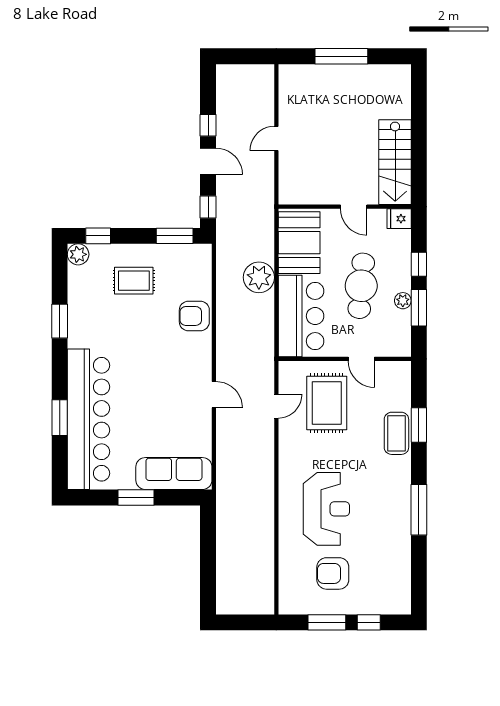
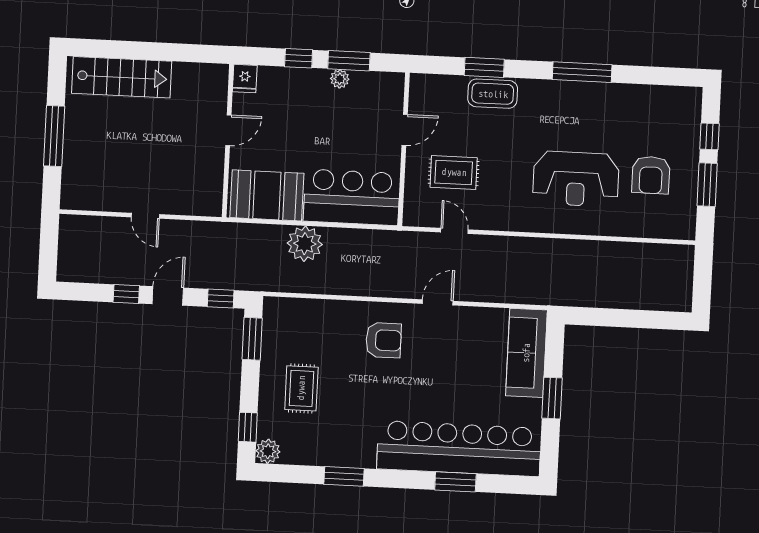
stairs: (395, 162) -> (122, 77), moved
cafe table: (361, 286) -> (320, 126), removed
armchair: (194, 316) -> (383, 340), moved, turned -90
rug: (327, 403) -> (454, 172), width x0.73, depth x0.70
reception desk: (326, 509) -> (576, 179), turned 180

